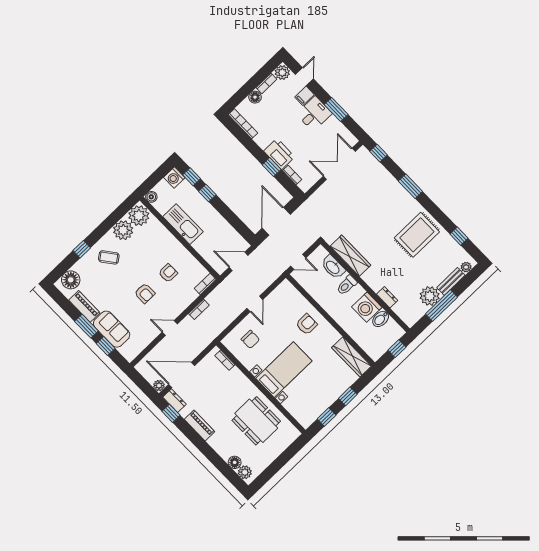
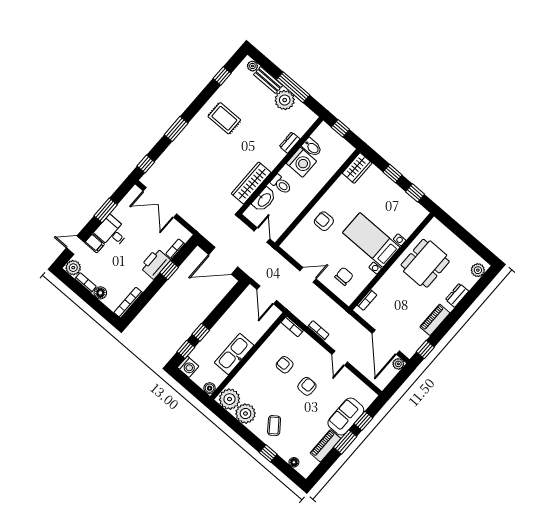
rug: (417, 235) -> (224, 118), width x0.73, depth x0.70
floor lamp: (71, 280) -> (294, 462), width x0.53, depth x0.53
wardrobe: (351, 357) -> (357, 168), width x0.67
dresser: (174, 401) -> (457, 295), moved
floor lamp: (235, 462) -> (469, 281), removed

